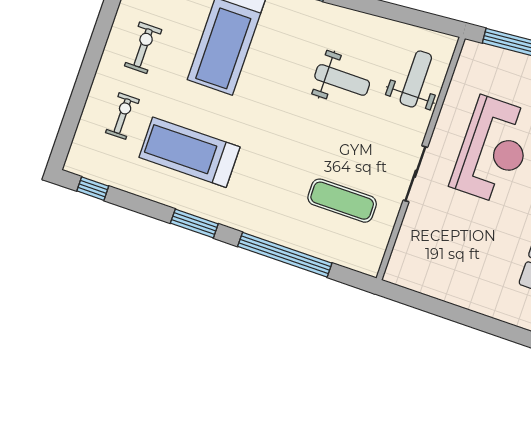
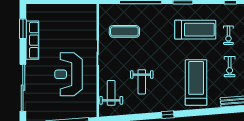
weight bench: (416, 79) -> (111, 93), turned 180
weight bench: (342, 80) -> (142, 82), turned -90

